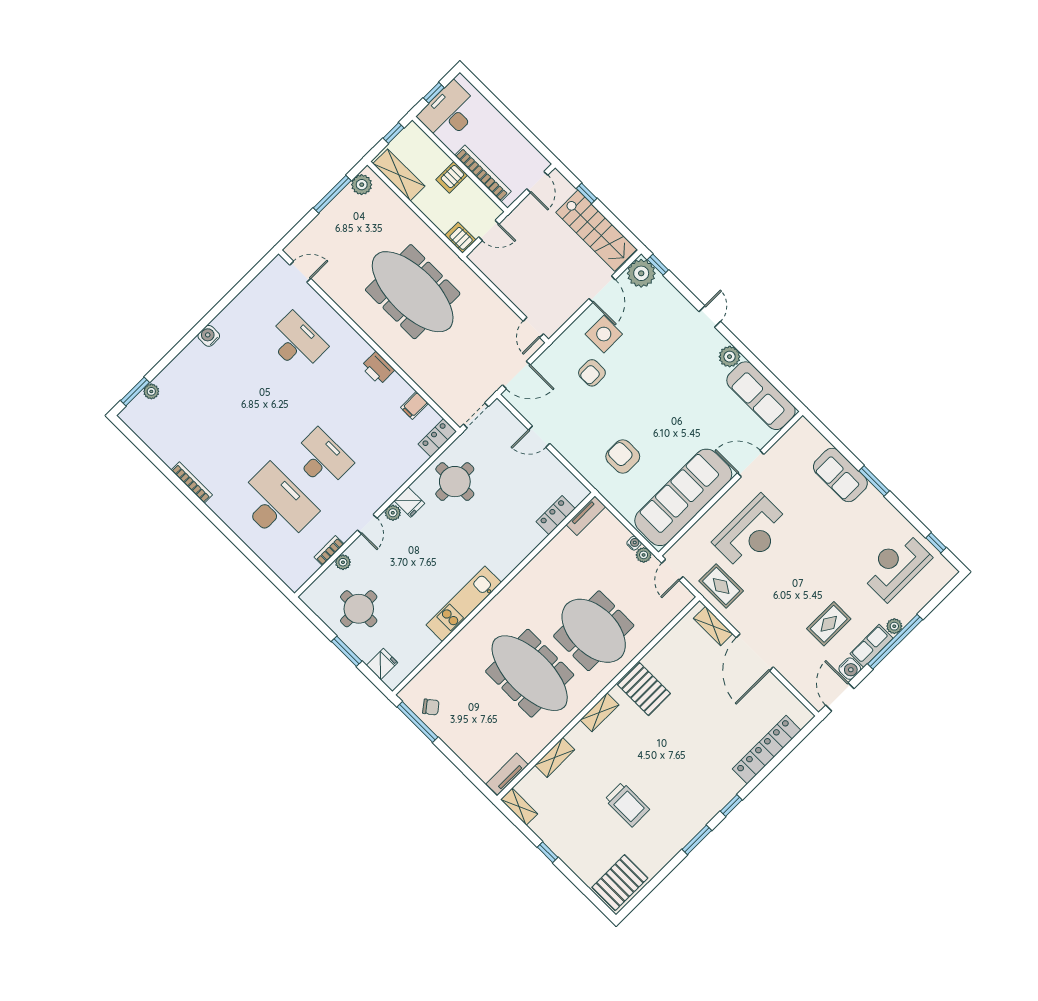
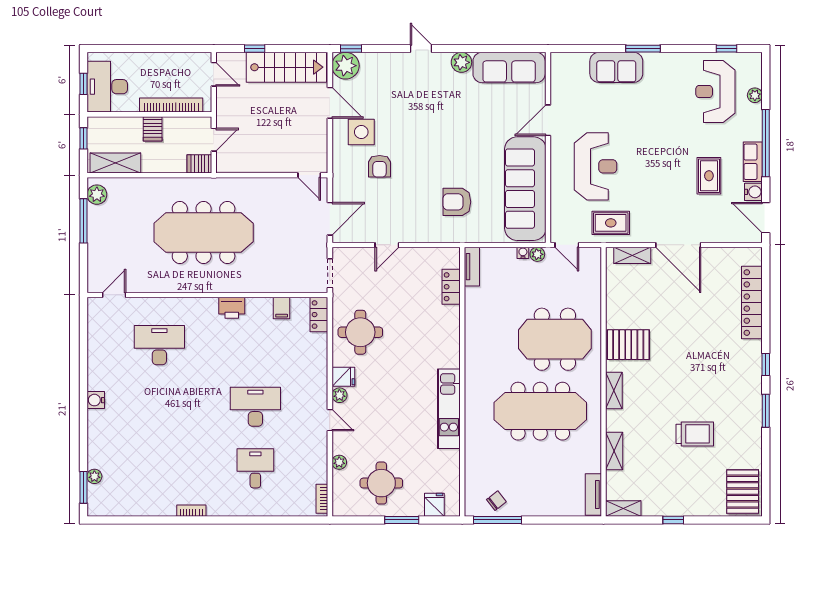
bookcase: (192, 483) -> (191, 511), width x0.64
desk: (276, 505) -> (255, 468), width x0.53, depth x0.77
bookcase: (329, 550) -> (322, 499), moved
plant: (894, 626) -> (755, 95), moved

